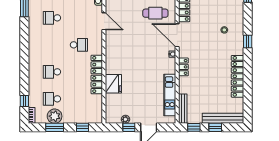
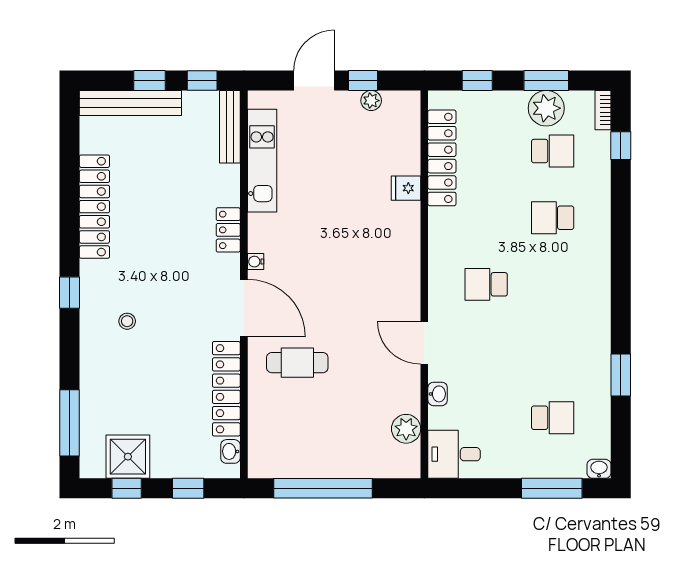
school desk: (52, 18) -> (553, 351), removed
school desk: (52, 72) -> (553, 218), turned 180
locker: (97, 75) -> (442, 158), moved
fridge: (113, 84) -> (406, 188), width x0.53, depth x0.75

